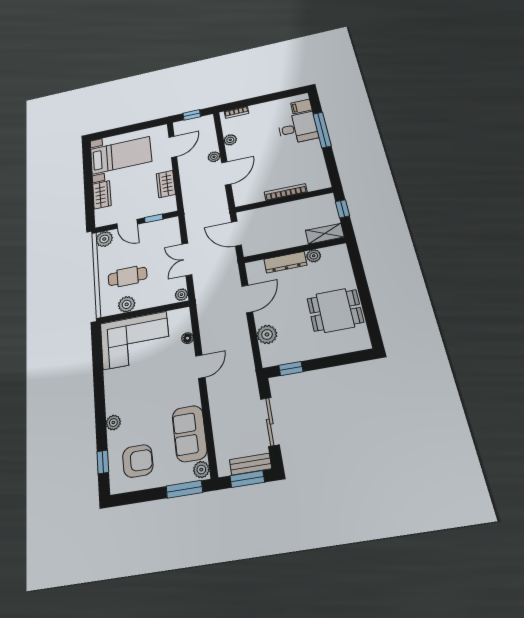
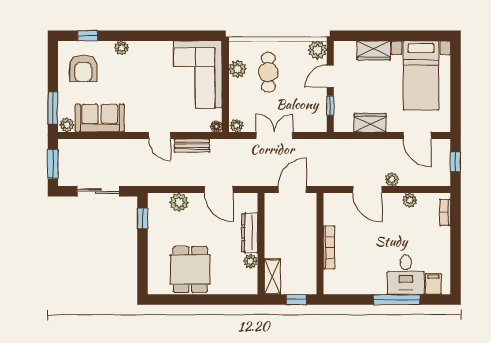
floor lamp: (188, 338) -> (216, 127), moved
bench: (250, 464) -> (192, 146), moved, turned 90

